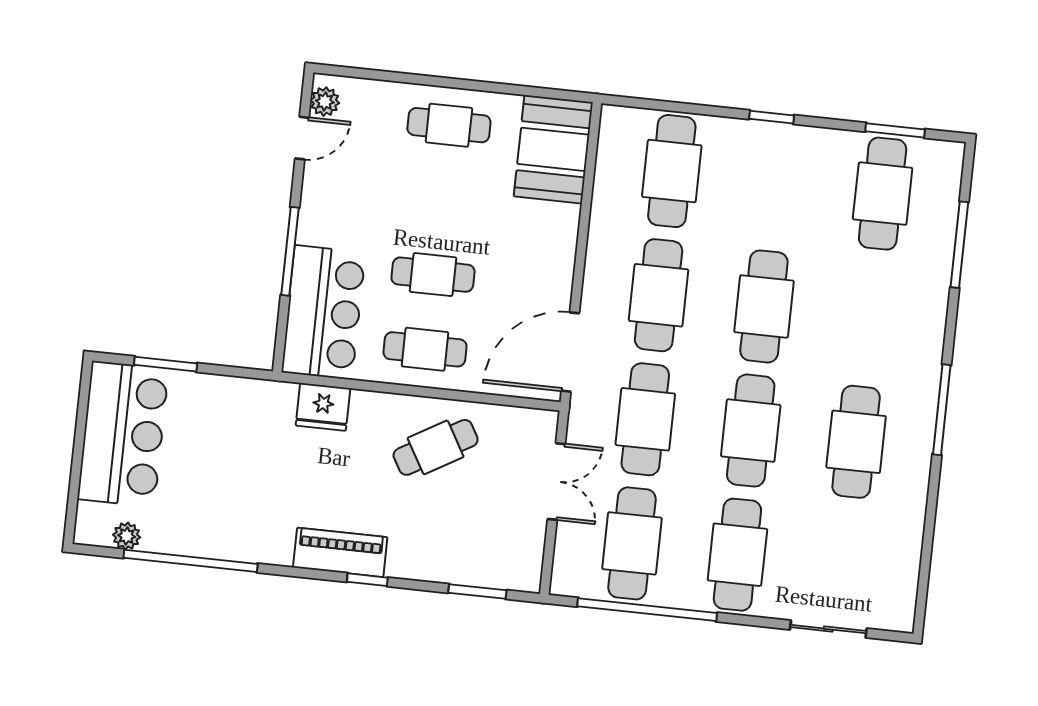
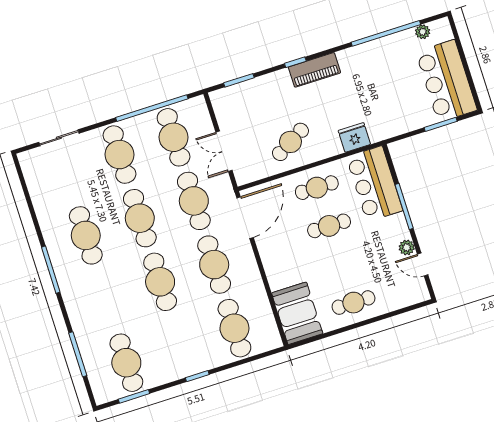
plant: (325, 102) -> (407, 247), moved
door: (302, 138) -> (423, 265), hinge flipped

